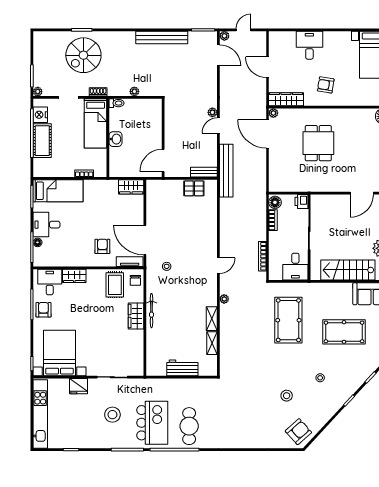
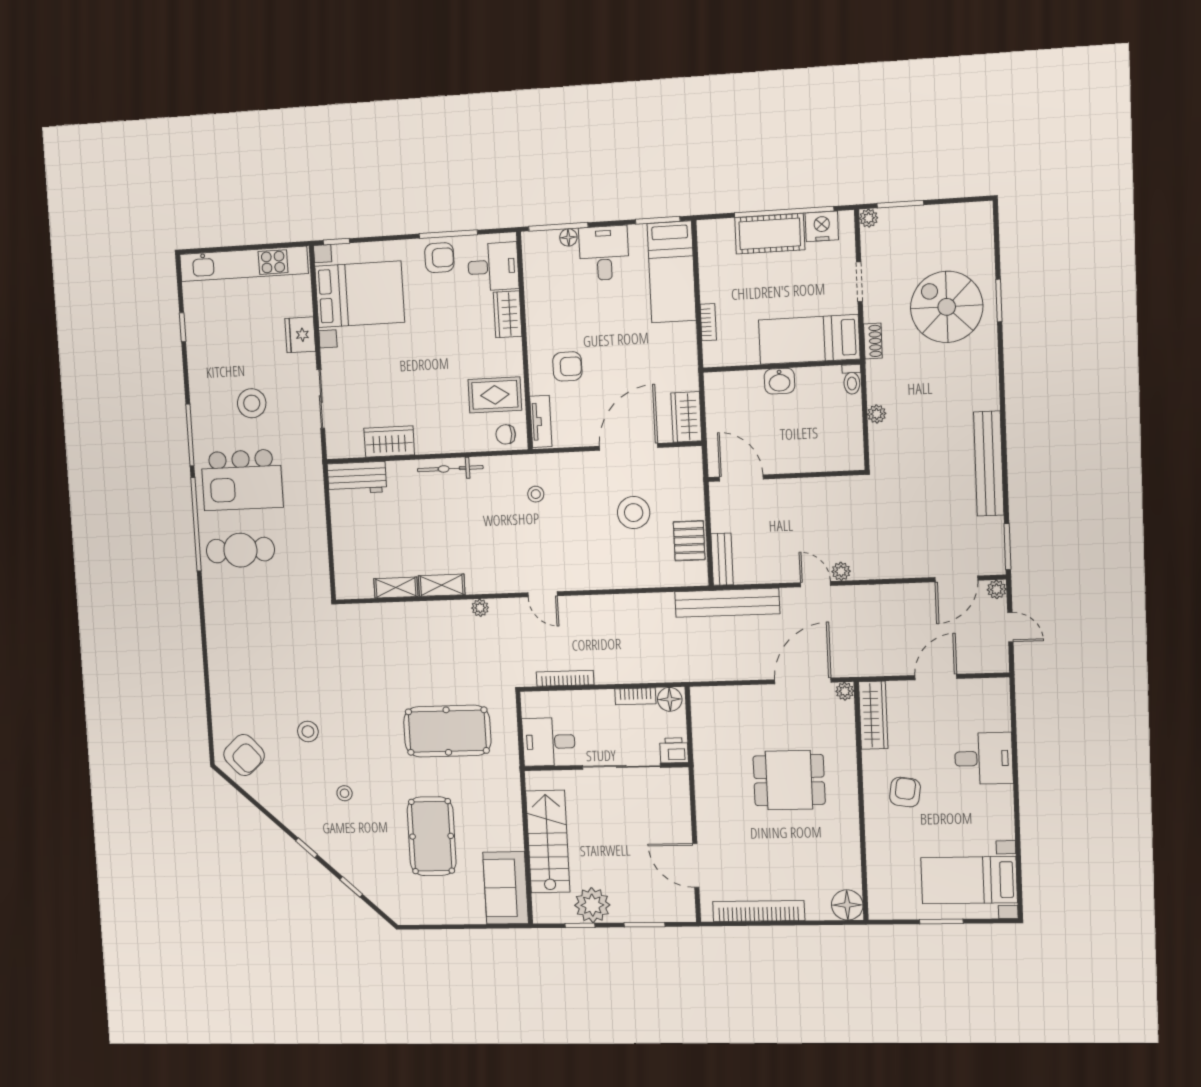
stool: (178, 216) -> (634, 513), added
door: (145, 240) -> (629, 447), moved
wardrobe: (136, 316) -> (389, 442), moved
workbench: (182, 368) -> (357, 478), moved, turned 90

